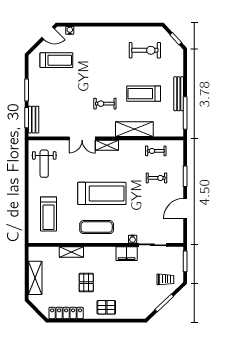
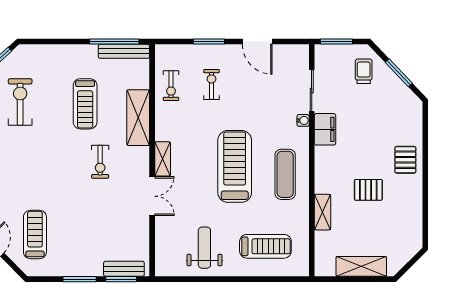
bench: (179, 94) -> (124, 51), moved
weight bench: (44, 164) -> (204, 248), moved, turned -90
locker: (66, 313) -> (414, 220), removed

